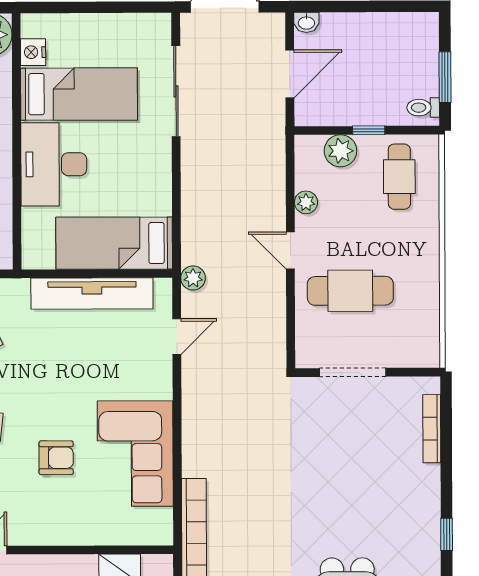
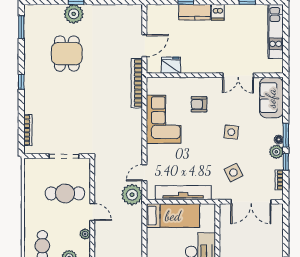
plant: (193, 278) -> (132, 195), width x1.88, depth x1.88
armchair: (56, 458) -> (199, 104), moved

